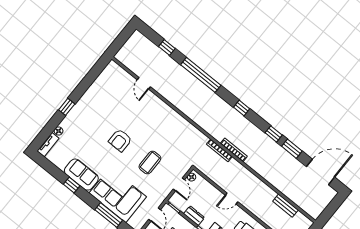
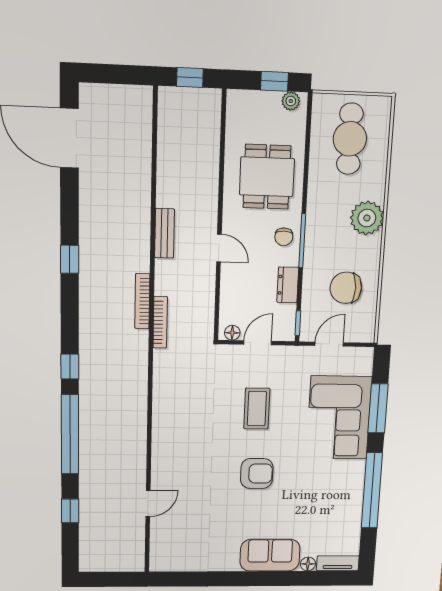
window: (67, 107) -> (265, 579), removed
window: (242, 108) -> (70, 366), moved
window: (292, 149) -> (70, 213), removed
coffee table: (150, 163) -> (257, 409), turned 90
sofa: (81, 175) -> (270, 555), moved, turned 90
window: (72, 185) -> (372, 491), width x3.17
bench: (285, 206) -> (165, 233), moved

